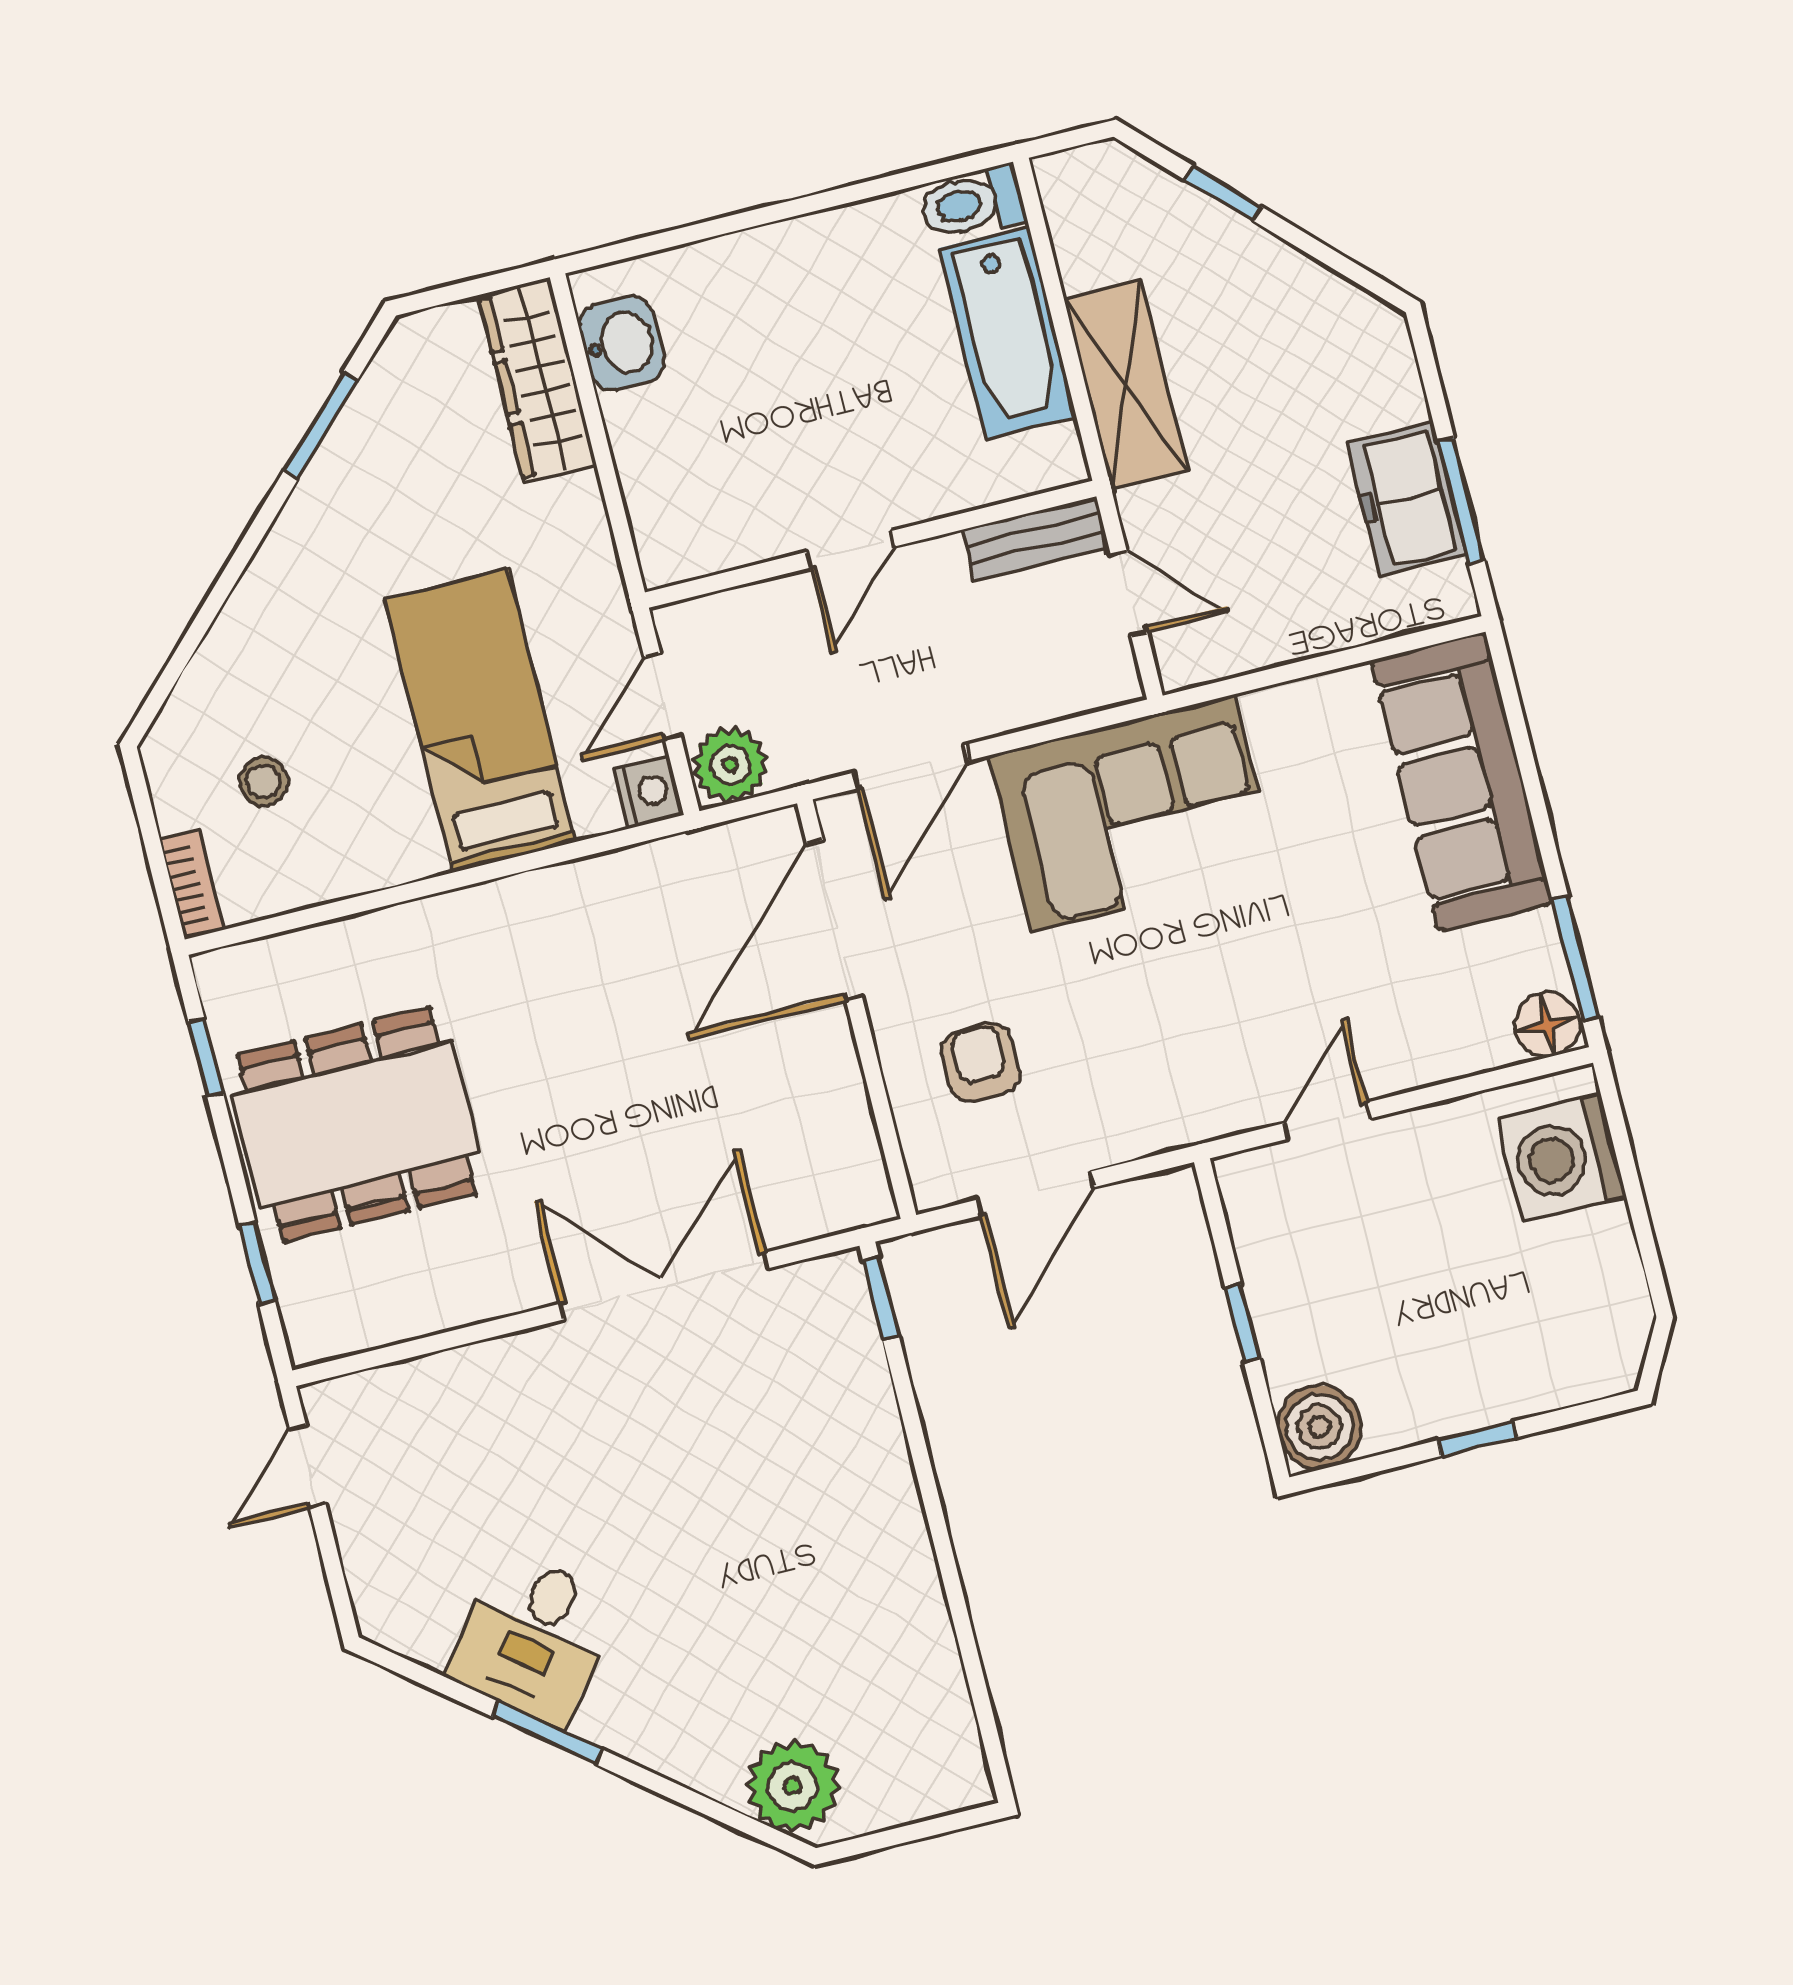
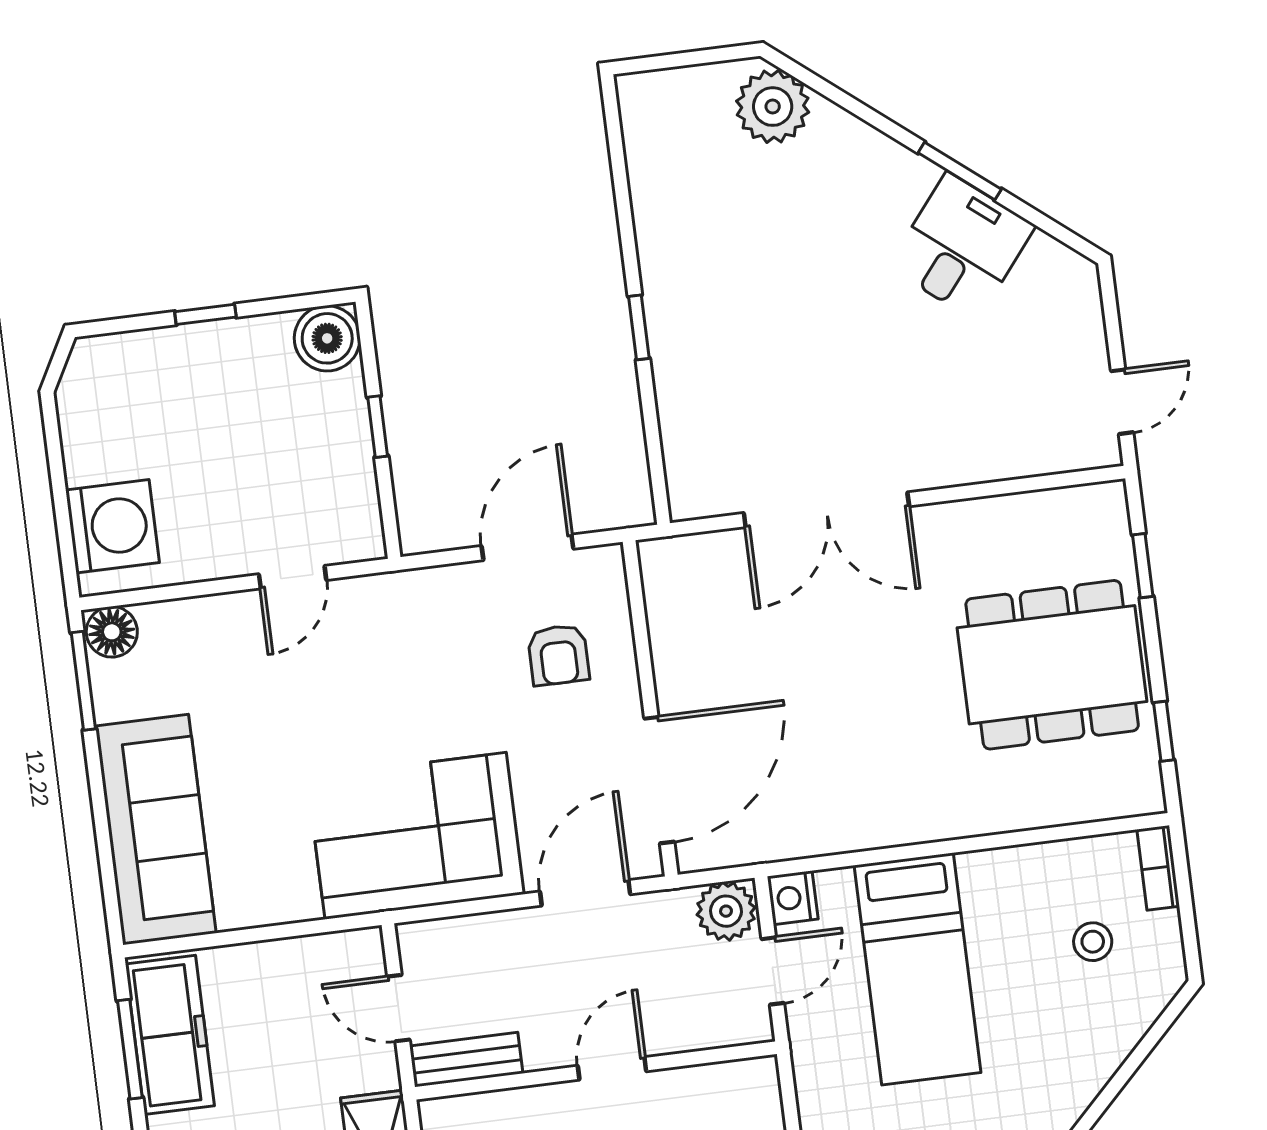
freezer: (1406, 498) -> (170, 1035), width x1.40
window: (881, 1299) -> (639, 327), moved

